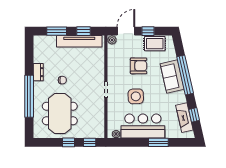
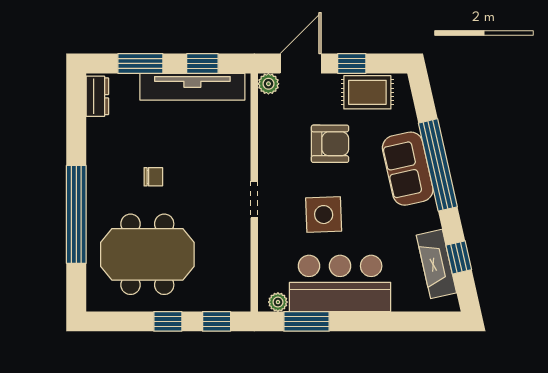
dresser: (38, 72) -> (97, 96), moved
meeting table: (60, 114) -> (147, 254), turned 90
window: (158, 142) -> (306, 321), moved

